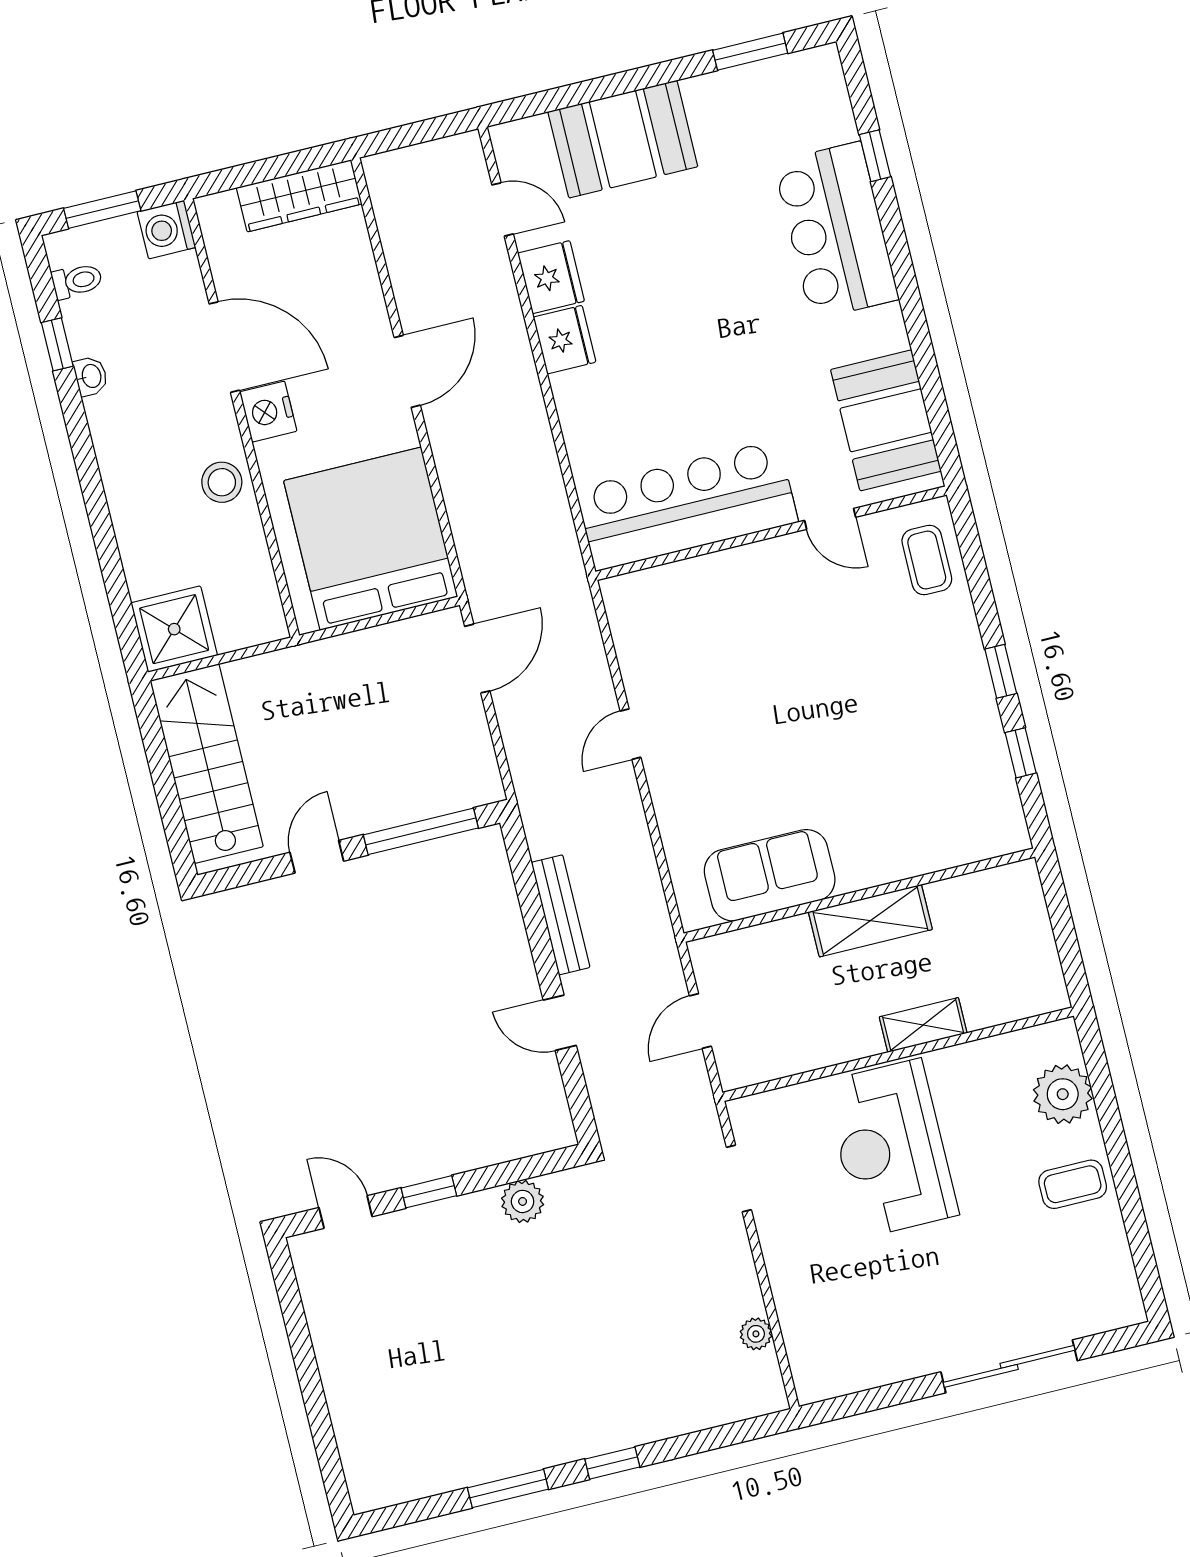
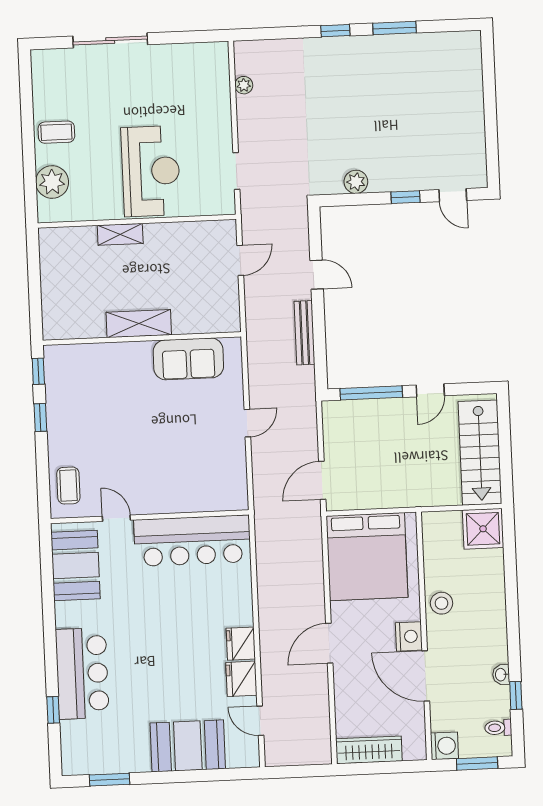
sofa: (770, 875) -> (188, 359), moved
wall: (859, 895) -> (142, 339), moved
shelving: (870, 921) -> (139, 324), moved

